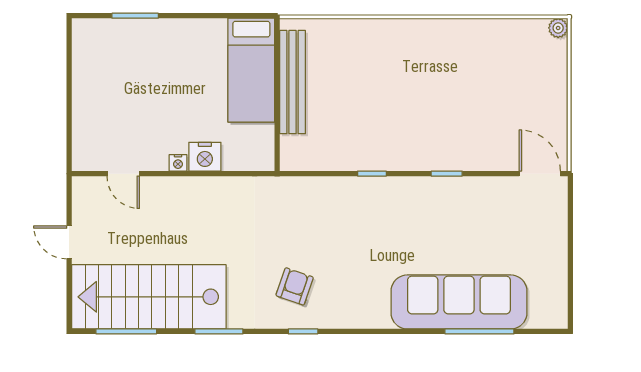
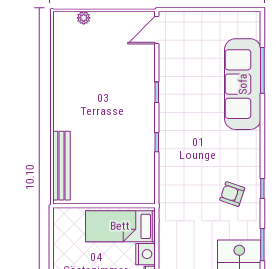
plant: (558, 28) -> (84, 18), moved
bed: (251, 70) -> (120, 226), moved, turned 180
bench: (293, 82) -> (61, 166), moved, turned 90

